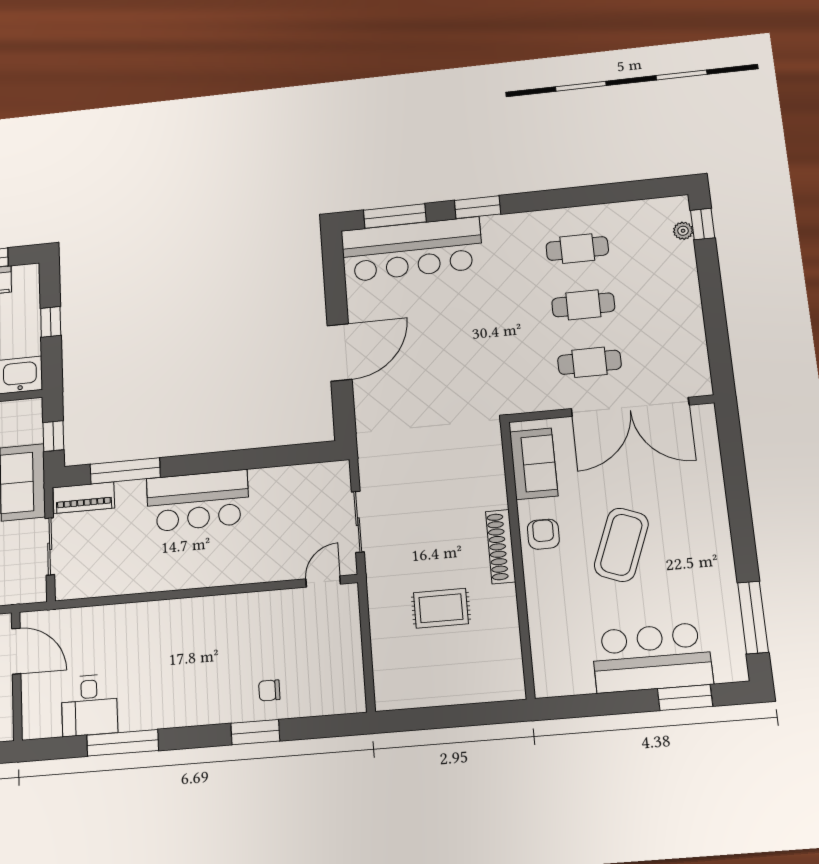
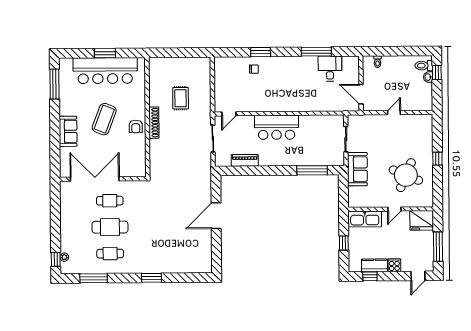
window: (395, 216) -> (94, 278), moved
bar counter: (412, 249) -> (182, 261), removed
cafe table: (583, 305) -> (110, 227), width x1.37, depth x1.35
window: (53, 436) -> (343, 189), removed
sofa: (534, 464) -> (68, 131), moved, turned 180
piano: (84, 498) -> (245, 160), moved
bar counter: (198, 501) -> (276, 127), moved, turned 180
rug: (441, 608) -> (181, 98), turned 90
bar counter: (652, 658) -> (105, 71), width x1.36
window: (685, 697) -> (105, 53), moved

